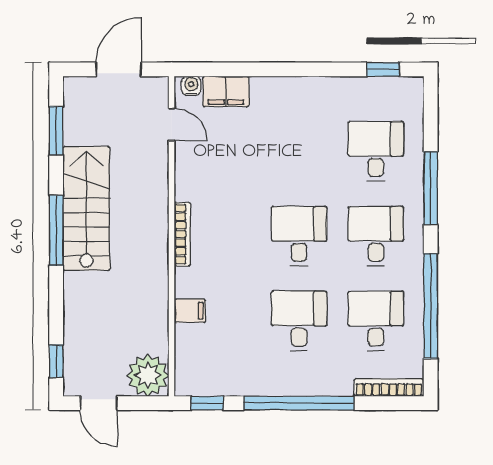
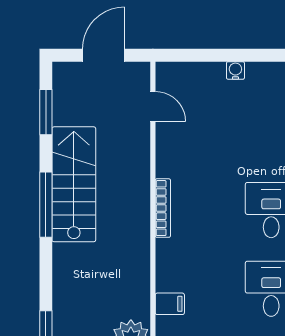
water cooler: (191, 86) -> (235, 70), moved
filing cabinet: (226, 91) -> (203, 76), removed
filing cabinet: (190, 311) -> (170, 304), moved

